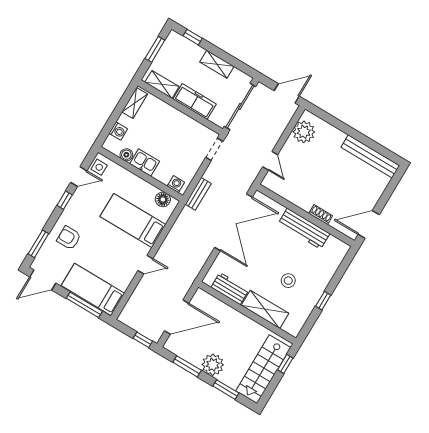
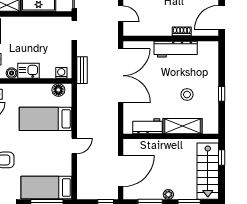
plant: (213, 365) -> (168, 194), width x0.53, depth x0.53

